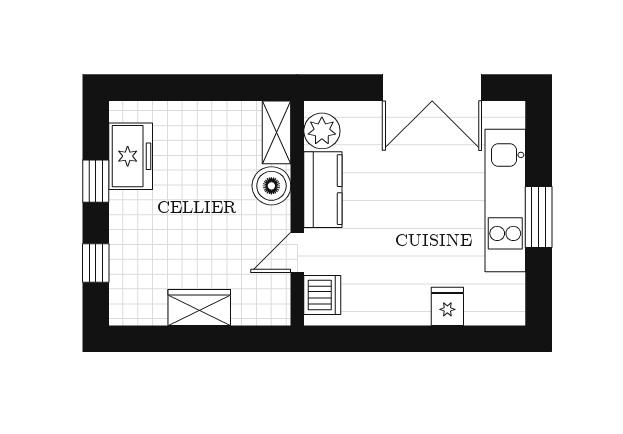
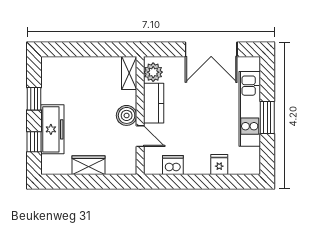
freezer: (131, 156) -> (52, 129), moved, width x1.40
boiler: (271, 186) -> (127, 115), moved
door: (297, 252) -> (140, 136), swing flipped
dishwasher: (322, 295) -> (173, 165), moved, turned -90

